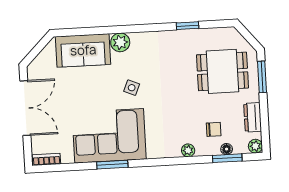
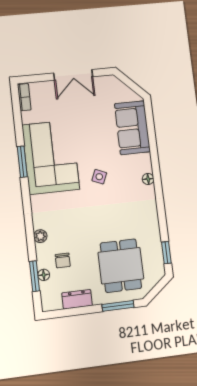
window: (187, 26) -> (166, 253), moved
floor lamp: (137, 38) -> (148, 179), added
plant: (120, 42) -> (143, 163), removed
double door: (25, 108) -> (73, 75), width x0.73
plant: (255, 146) -> (48, 304), removed

